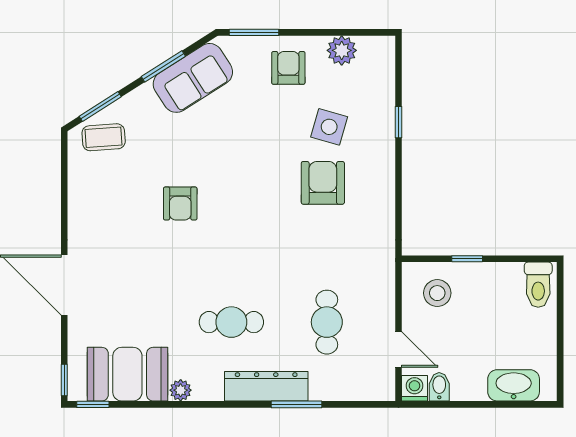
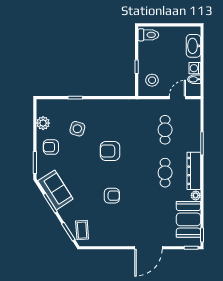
armchair: (323, 183) -> (110, 151), moved
cafe table: (327, 322) -> (165, 130), turned 90
dresser: (266, 386) -> (194, 171), moved
washing machine: (415, 388) -> (195, 68), moved

